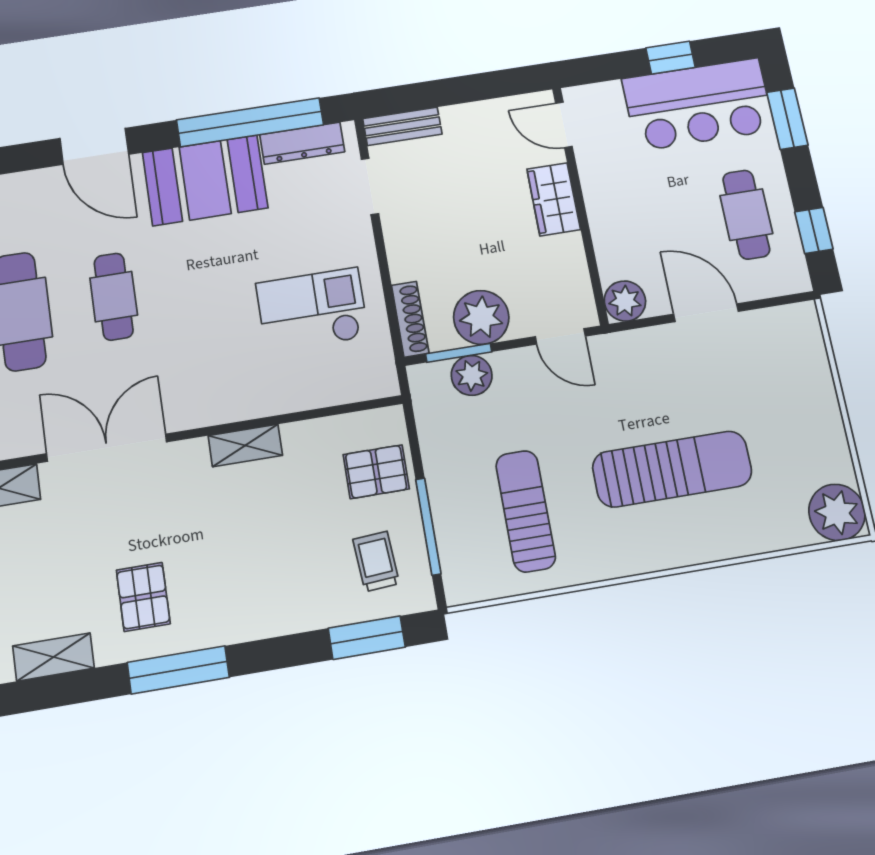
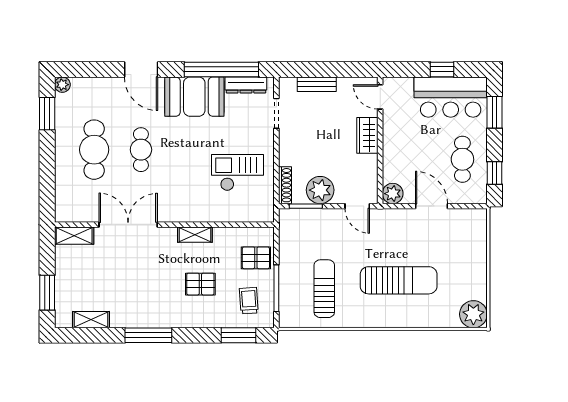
bench: (402, 126) -> (317, 84), moved
plant: (472, 375) -> (310, 218), removed
pallet: (143, 597) -> (200, 284), moved, turned 90

